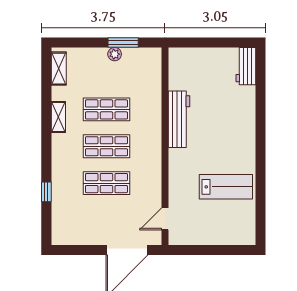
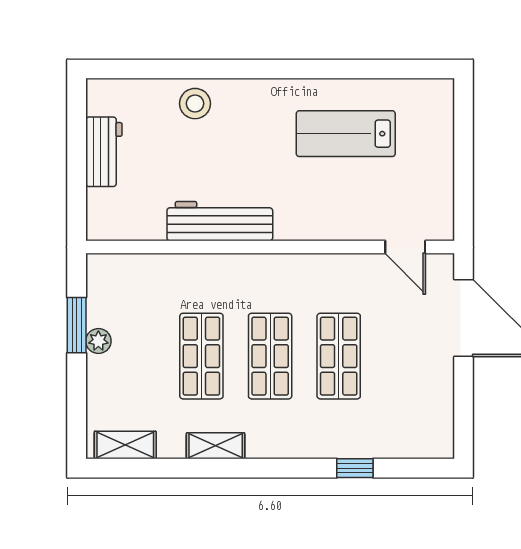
workbench: (246, 66) -> (104, 152), moved, turned -90
stool: (242, 106) -> (195, 104), added
lab bench: (226, 187) -> (346, 134), turned -90

